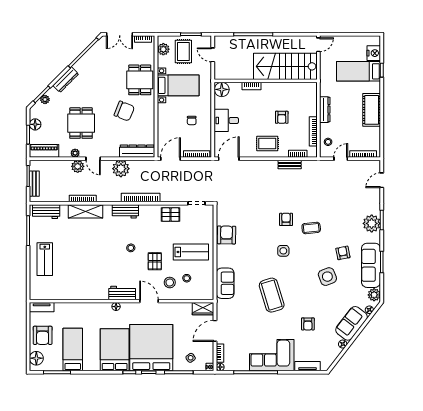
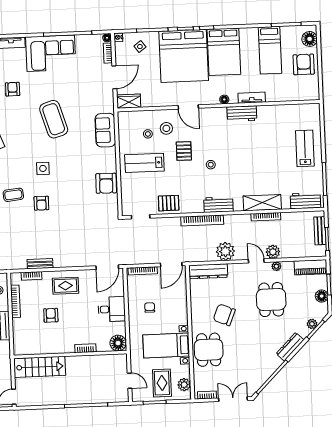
stairs: (285, 66) -> (40, 367), width x0.73, depth x0.66
workbench: (122, 293) -> (242, 114), moved
tv unit: (42, 307) -> (252, 98), moved

